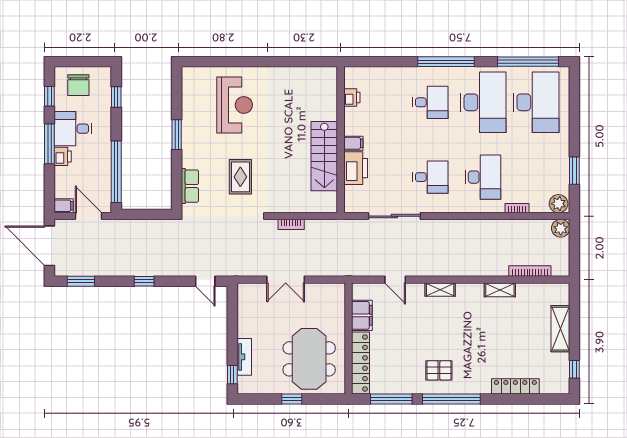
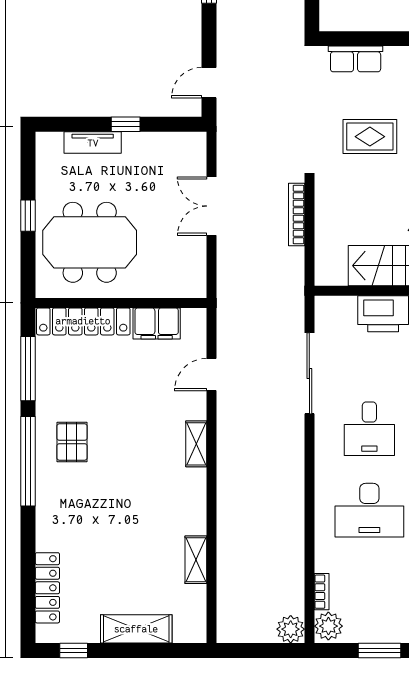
bookcase: (517, 208) -> (322, 592), moved
bookcase: (291, 224) -> (297, 215), width x1.56
bookcase: (530, 271) -> (225, 582), removed
shelving: (500, 290) -> (196, 560), moved
window: (232, 375) -> (126, 124), moved
locker: (515, 386) -> (47, 588), moved

